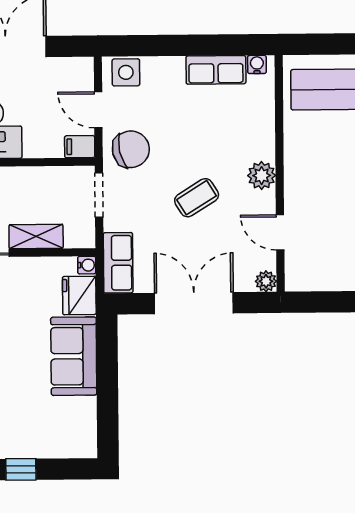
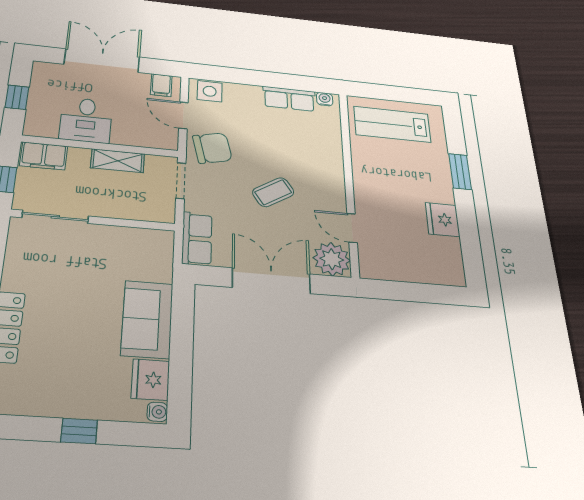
filing cabinet: (80, 147) -> (161, 85), moved, turned -90
plant: (262, 176) -> (333, 181), removed
shelving: (36, 237) -> (118, 161), moved
water cooler: (87, 265) -> (157, 412), moved
plant: (266, 281) -> (332, 259), width x1.87, depth x1.87
fridge: (79, 295) -> (150, 380), moved

